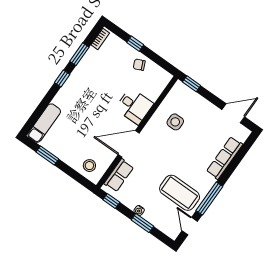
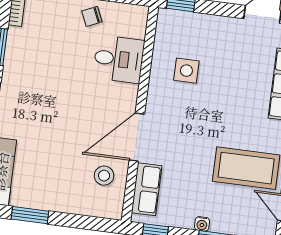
desk: (134, 106) -> (119, 59), moved
stool: (89, 166) -> (104, 176), moved

